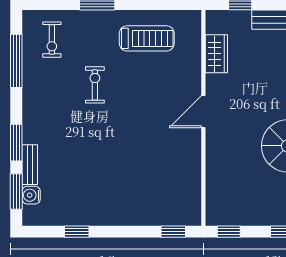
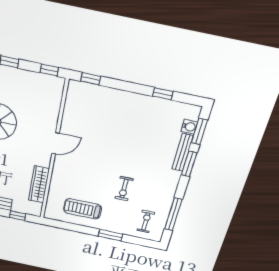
wardrobe: (216, 54) -> (39, 184), width x1.50
door: (203, 112) -> (55, 143), moved
bench: (30, 165) -> (183, 152), width x1.36

